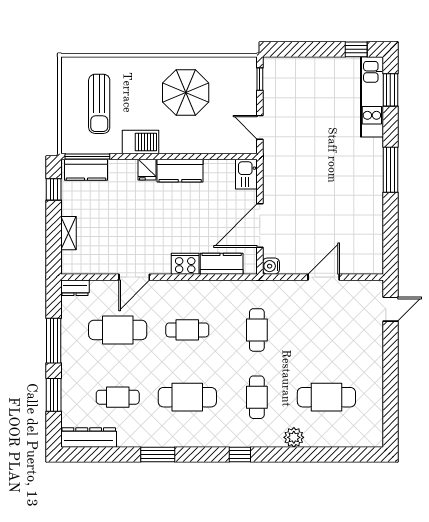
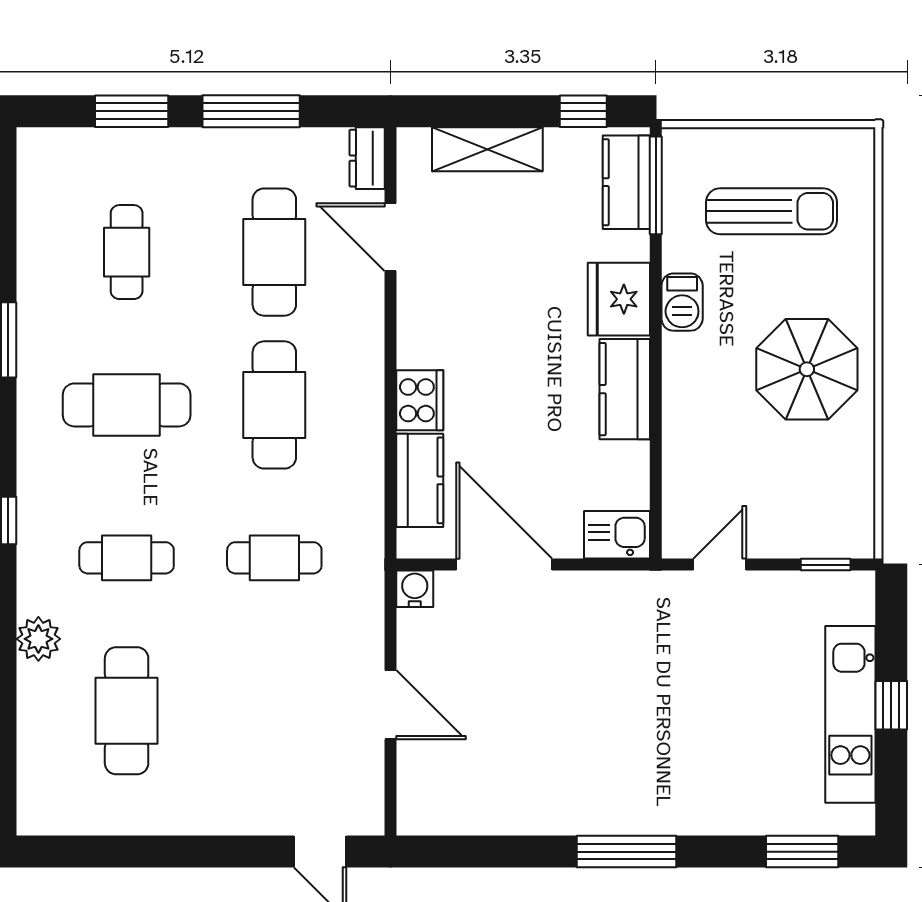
window: (356, 49) -> (891, 705), moved
parasol: (186, 93) -> (807, 369), moved
kitchen unit: (372, 97) -> (850, 714), moved, turned -90
sun lounger: (99, 104) -> (771, 211), turned 180
barbecue: (141, 142) -> (682, 302), width x0.73, depth x0.79
fridge: (147, 170) -> (619, 299), width x1.88, depth x1.34
shelving: (68, 233) -> (487, 149), width x1.50, depth x1.33
door: (134, 277) -> (390, 237), moved
cafe table: (187, 330) -> (274, 405), width x1.37, depth x1.35
cafe table: (187, 397) -> (127, 405), turned 90
dresser: (89, 437) -> (38, 188), removed

